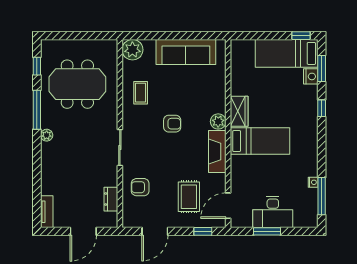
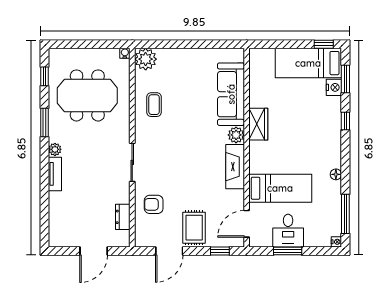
water cooler: (113, 44) -> (125, 53), added
sofa: (186, 52) -> (231, 94), moved, turned 90
window: (37, 110) -> (45, 122), width x0.69
armchair: (172, 124) -> (187, 137), removed
bed: (260, 141) -> (280, 188), moved
floor lamp: (313, 159) -> (336, 174), added
nightstand: (313, 182) -> (336, 242), moved
rug: (189, 197) -> (194, 228), moved
tv unit: (47, 212) -> (55, 174), moved
desk: (273, 212) -> (288, 231), width x0.73

